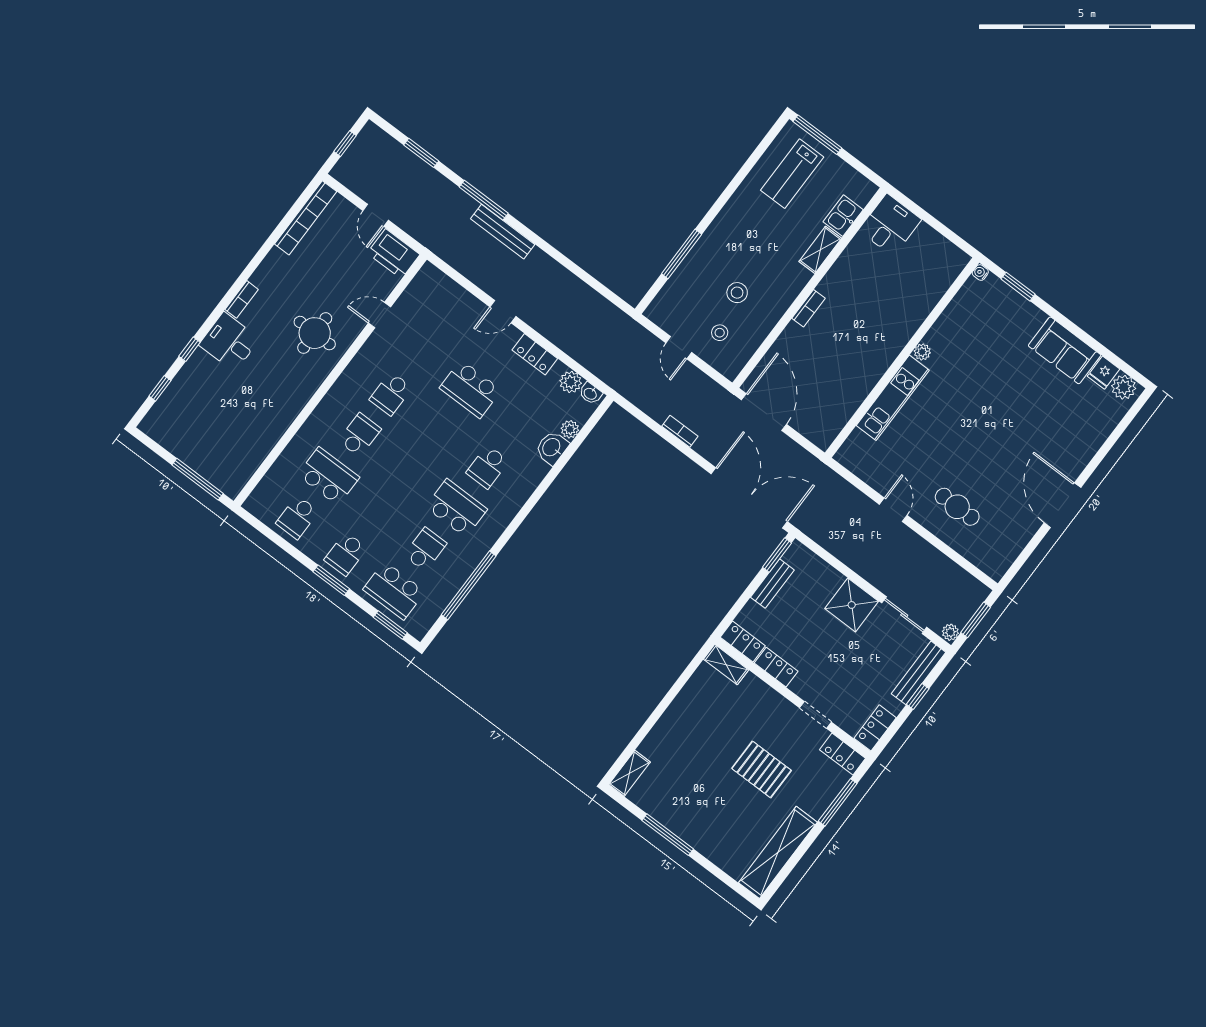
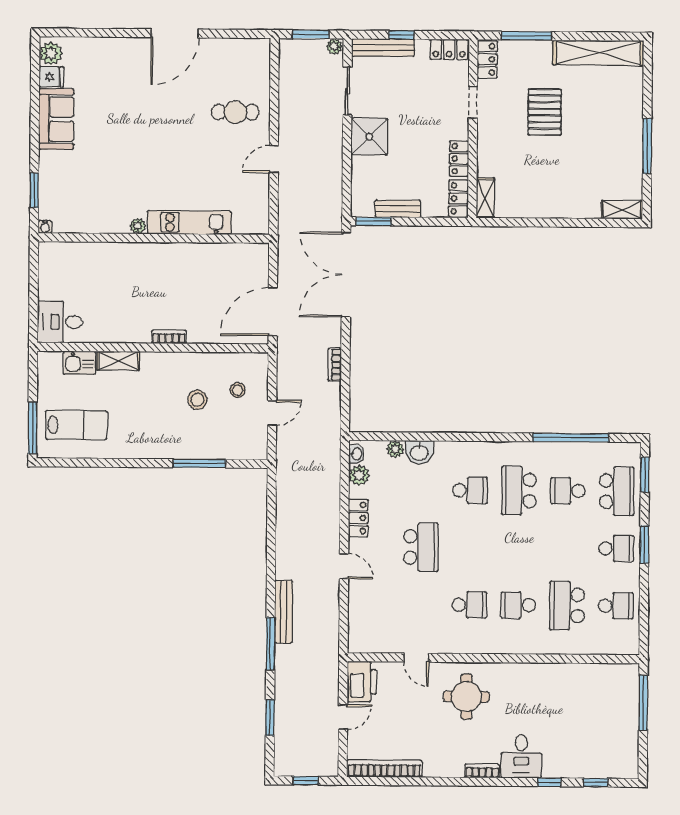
cafe table: (957, 507) -> (235, 112), turned 90

